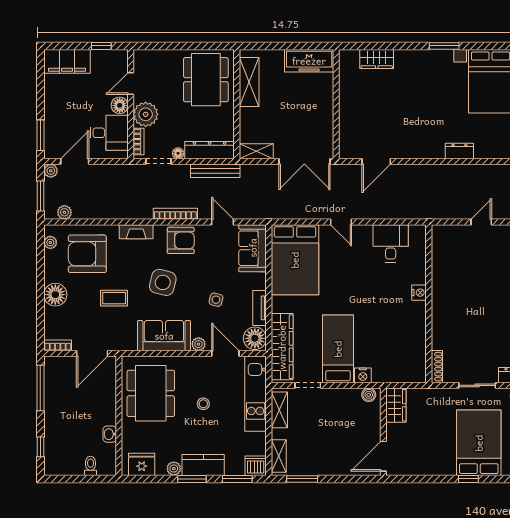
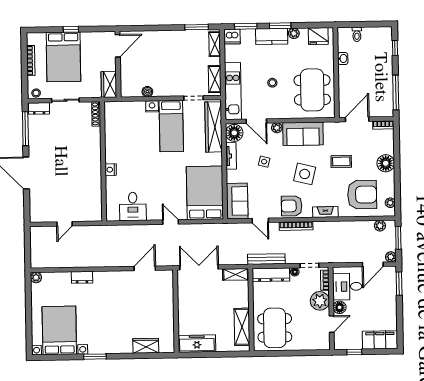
wardrobe: (396, 405) -> (109, 84), moved
wall: (383, 432) -> (118, 64), moved
door: (383, 456) -> (118, 46), moved

